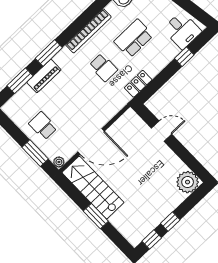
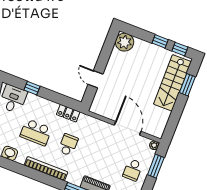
stairs: (93, 188) -> (172, 83), moved
window: (96, 216) -> (187, 85), moved

